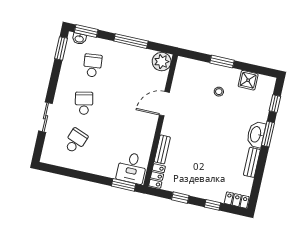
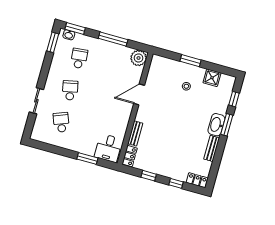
school desk: (76, 141) -> (61, 122), turned -42
window: (124, 185) -> (87, 159), moved

